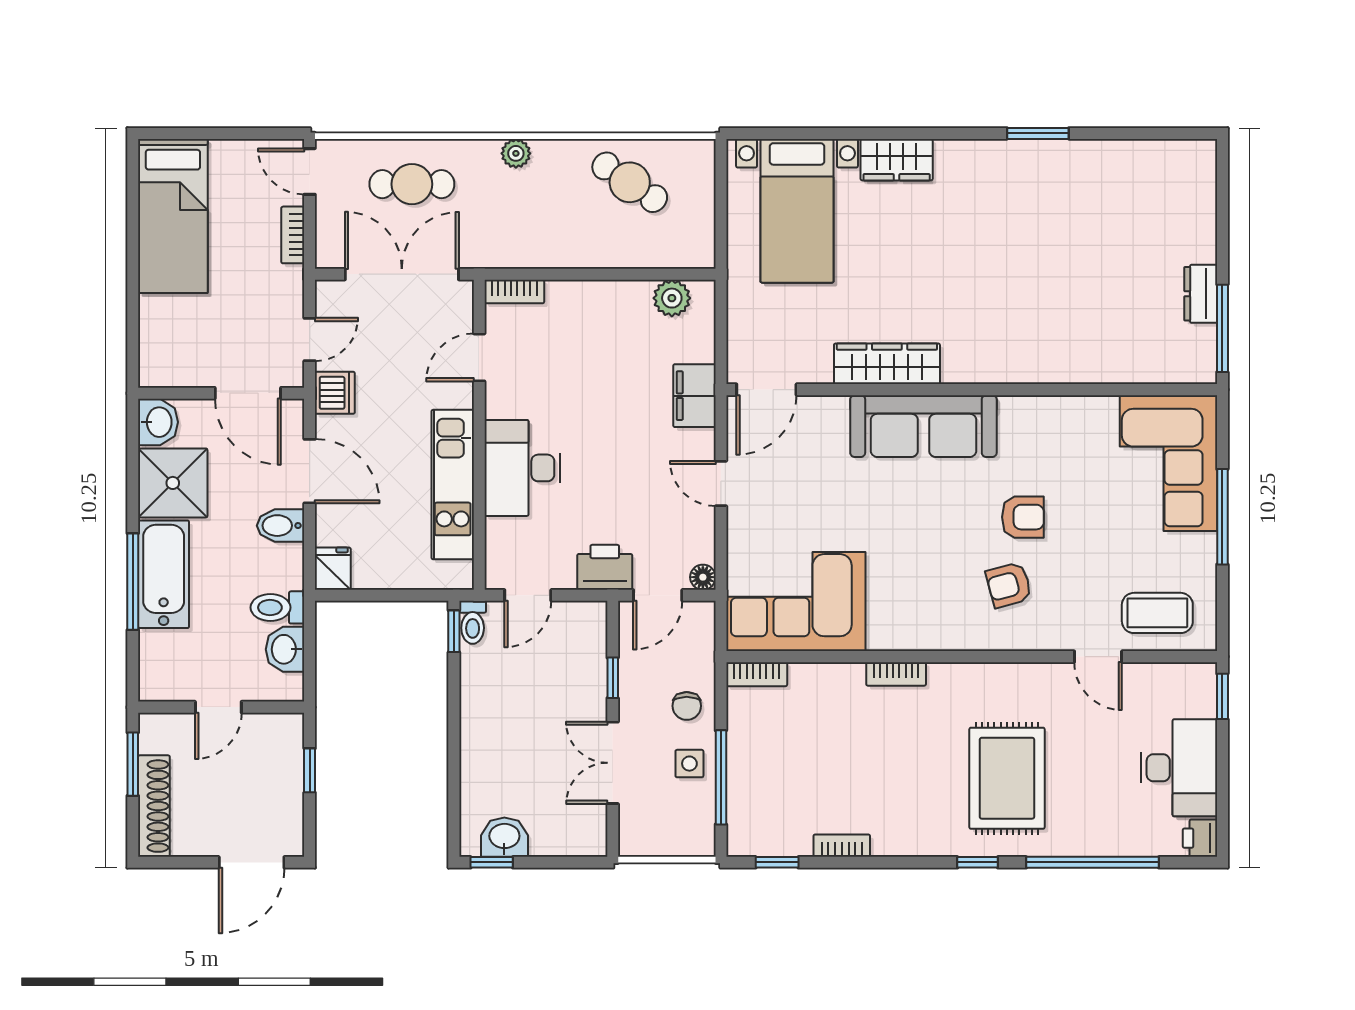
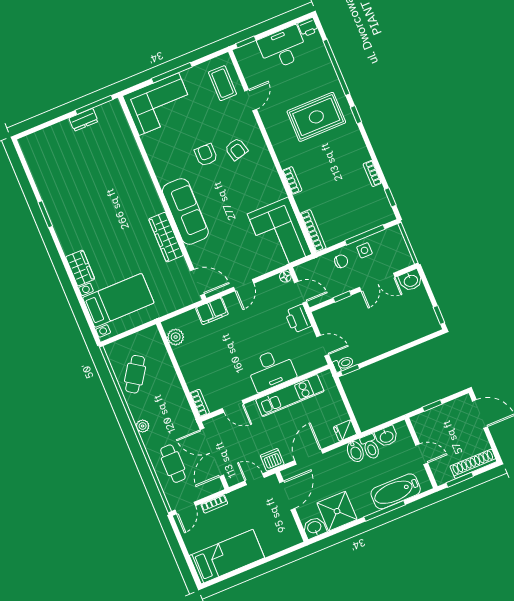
bidet: (281, 526) -> (355, 452), moved
bathtub: (164, 574) -> (396, 491), moved
bookcase: (757, 674) -> (313, 231), width x1.56
washbasin: (504, 837) -> (411, 280), moved, turned -90

